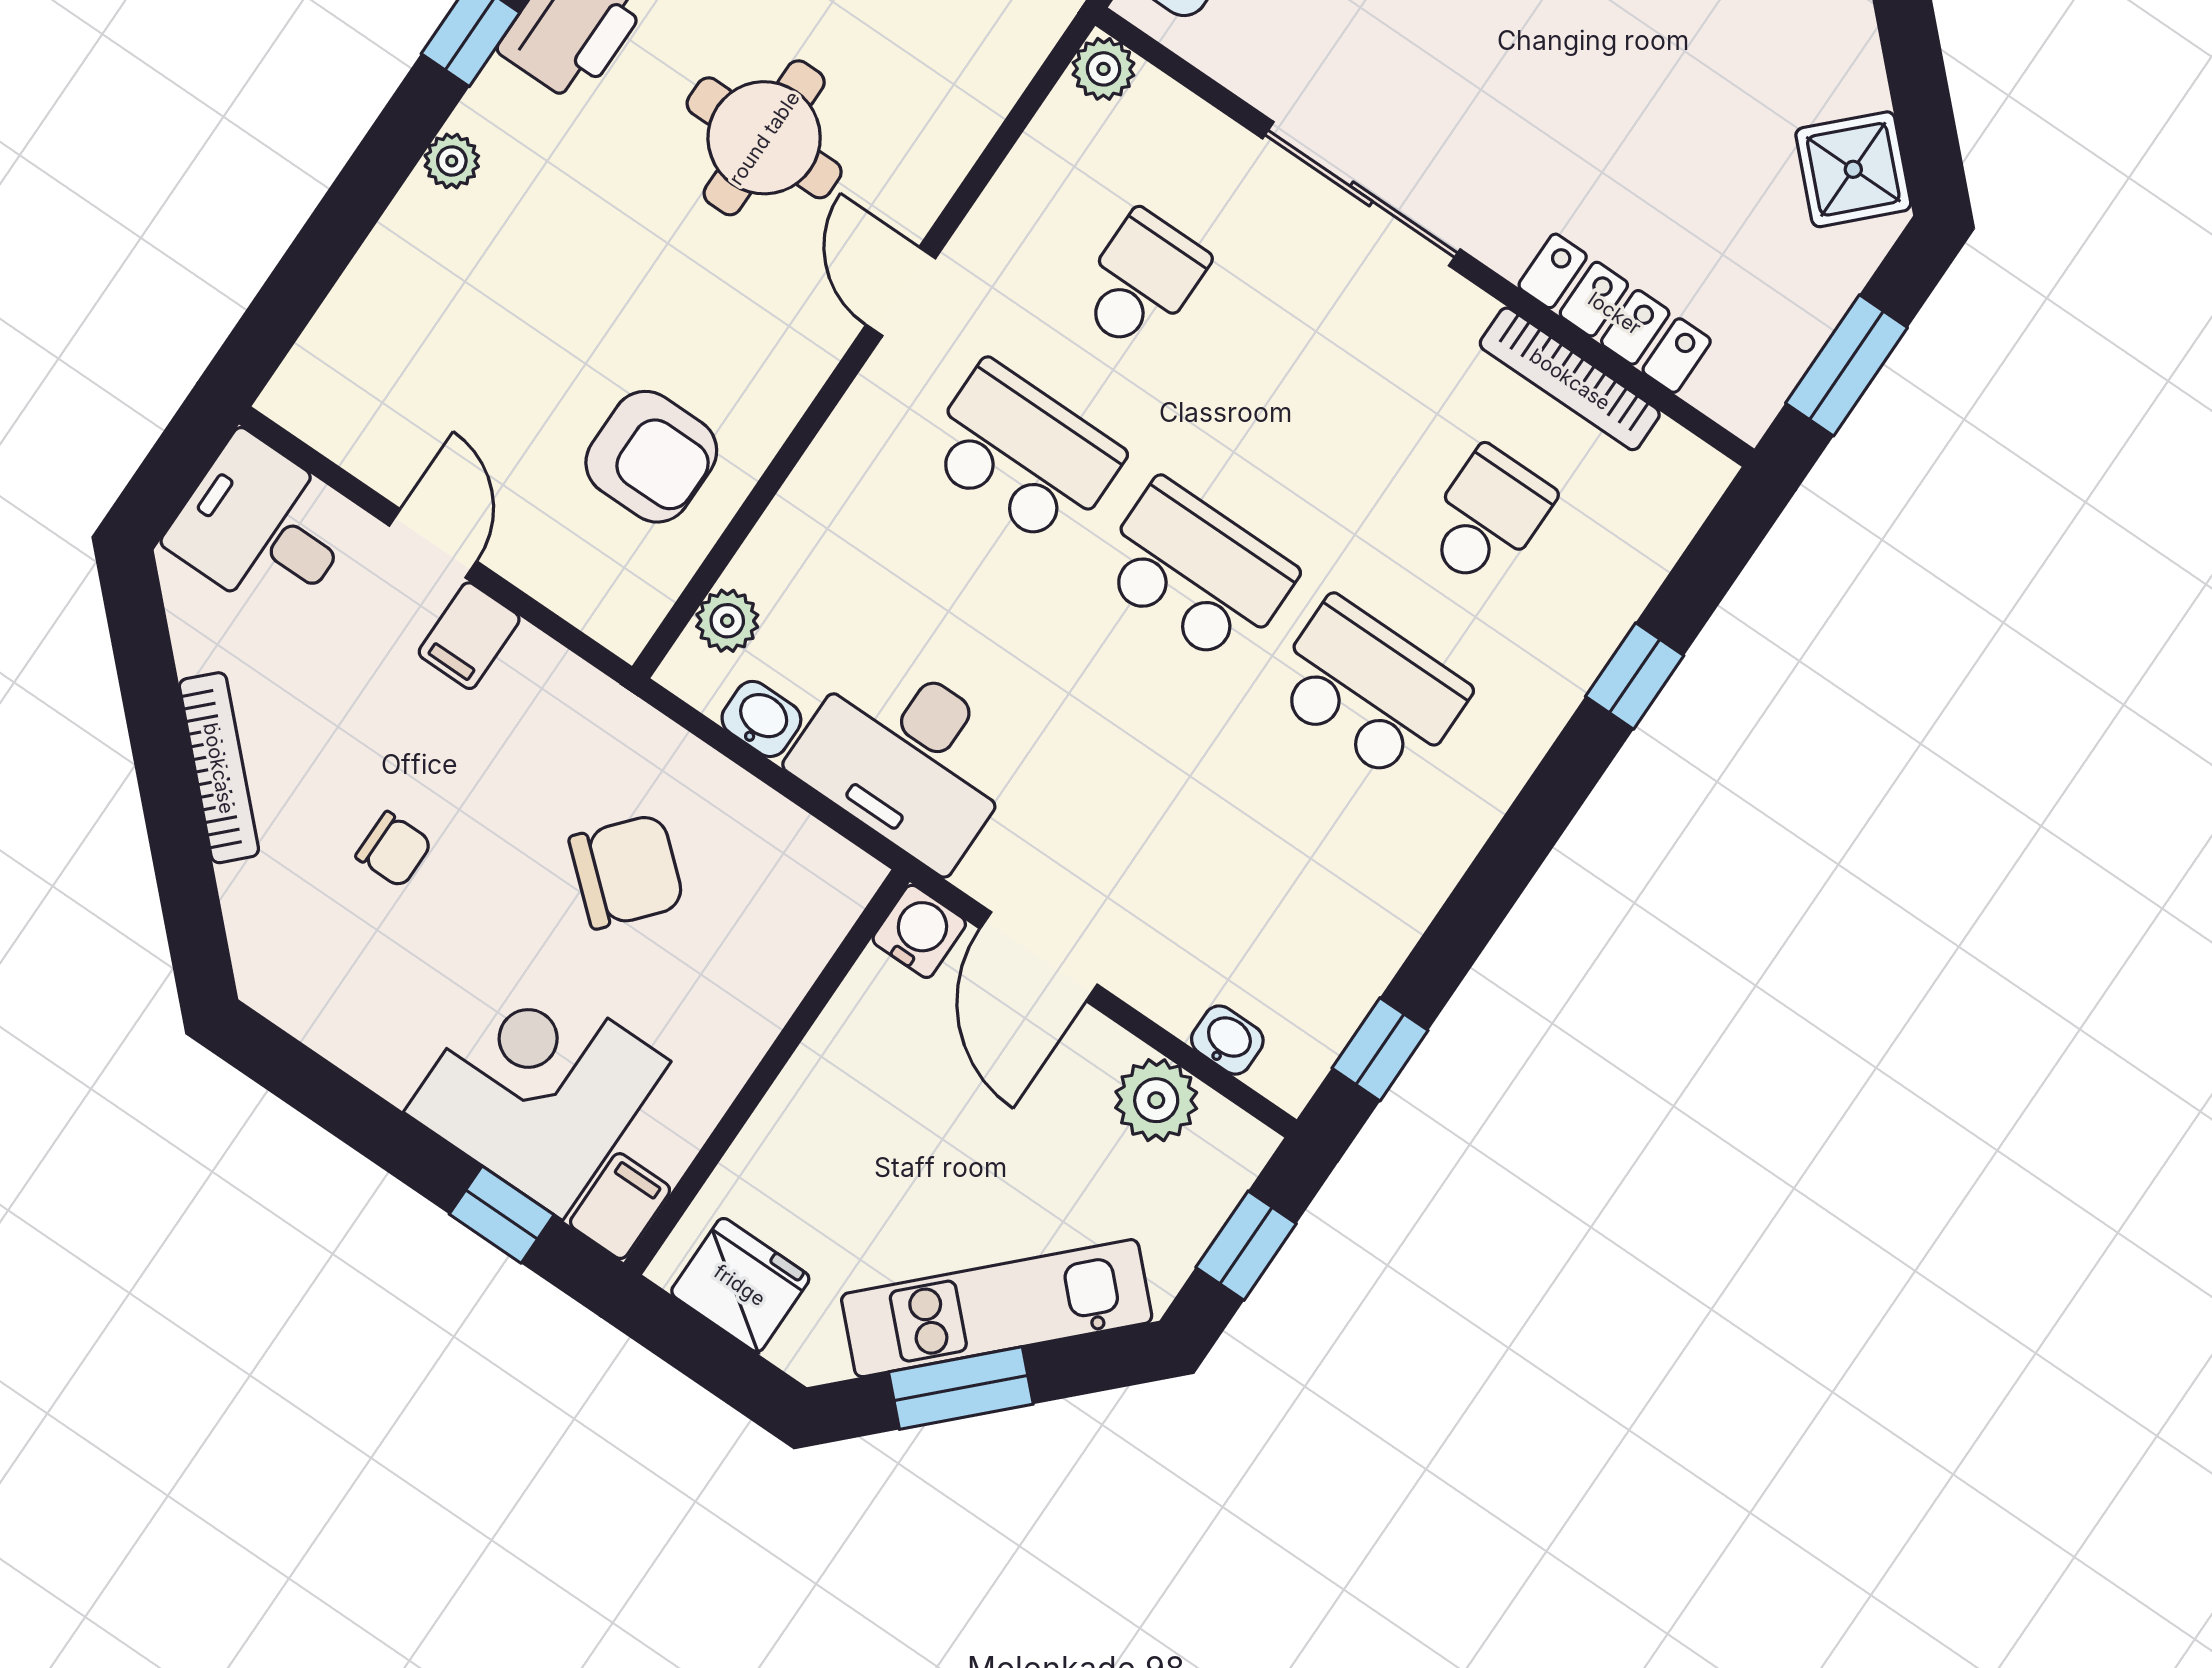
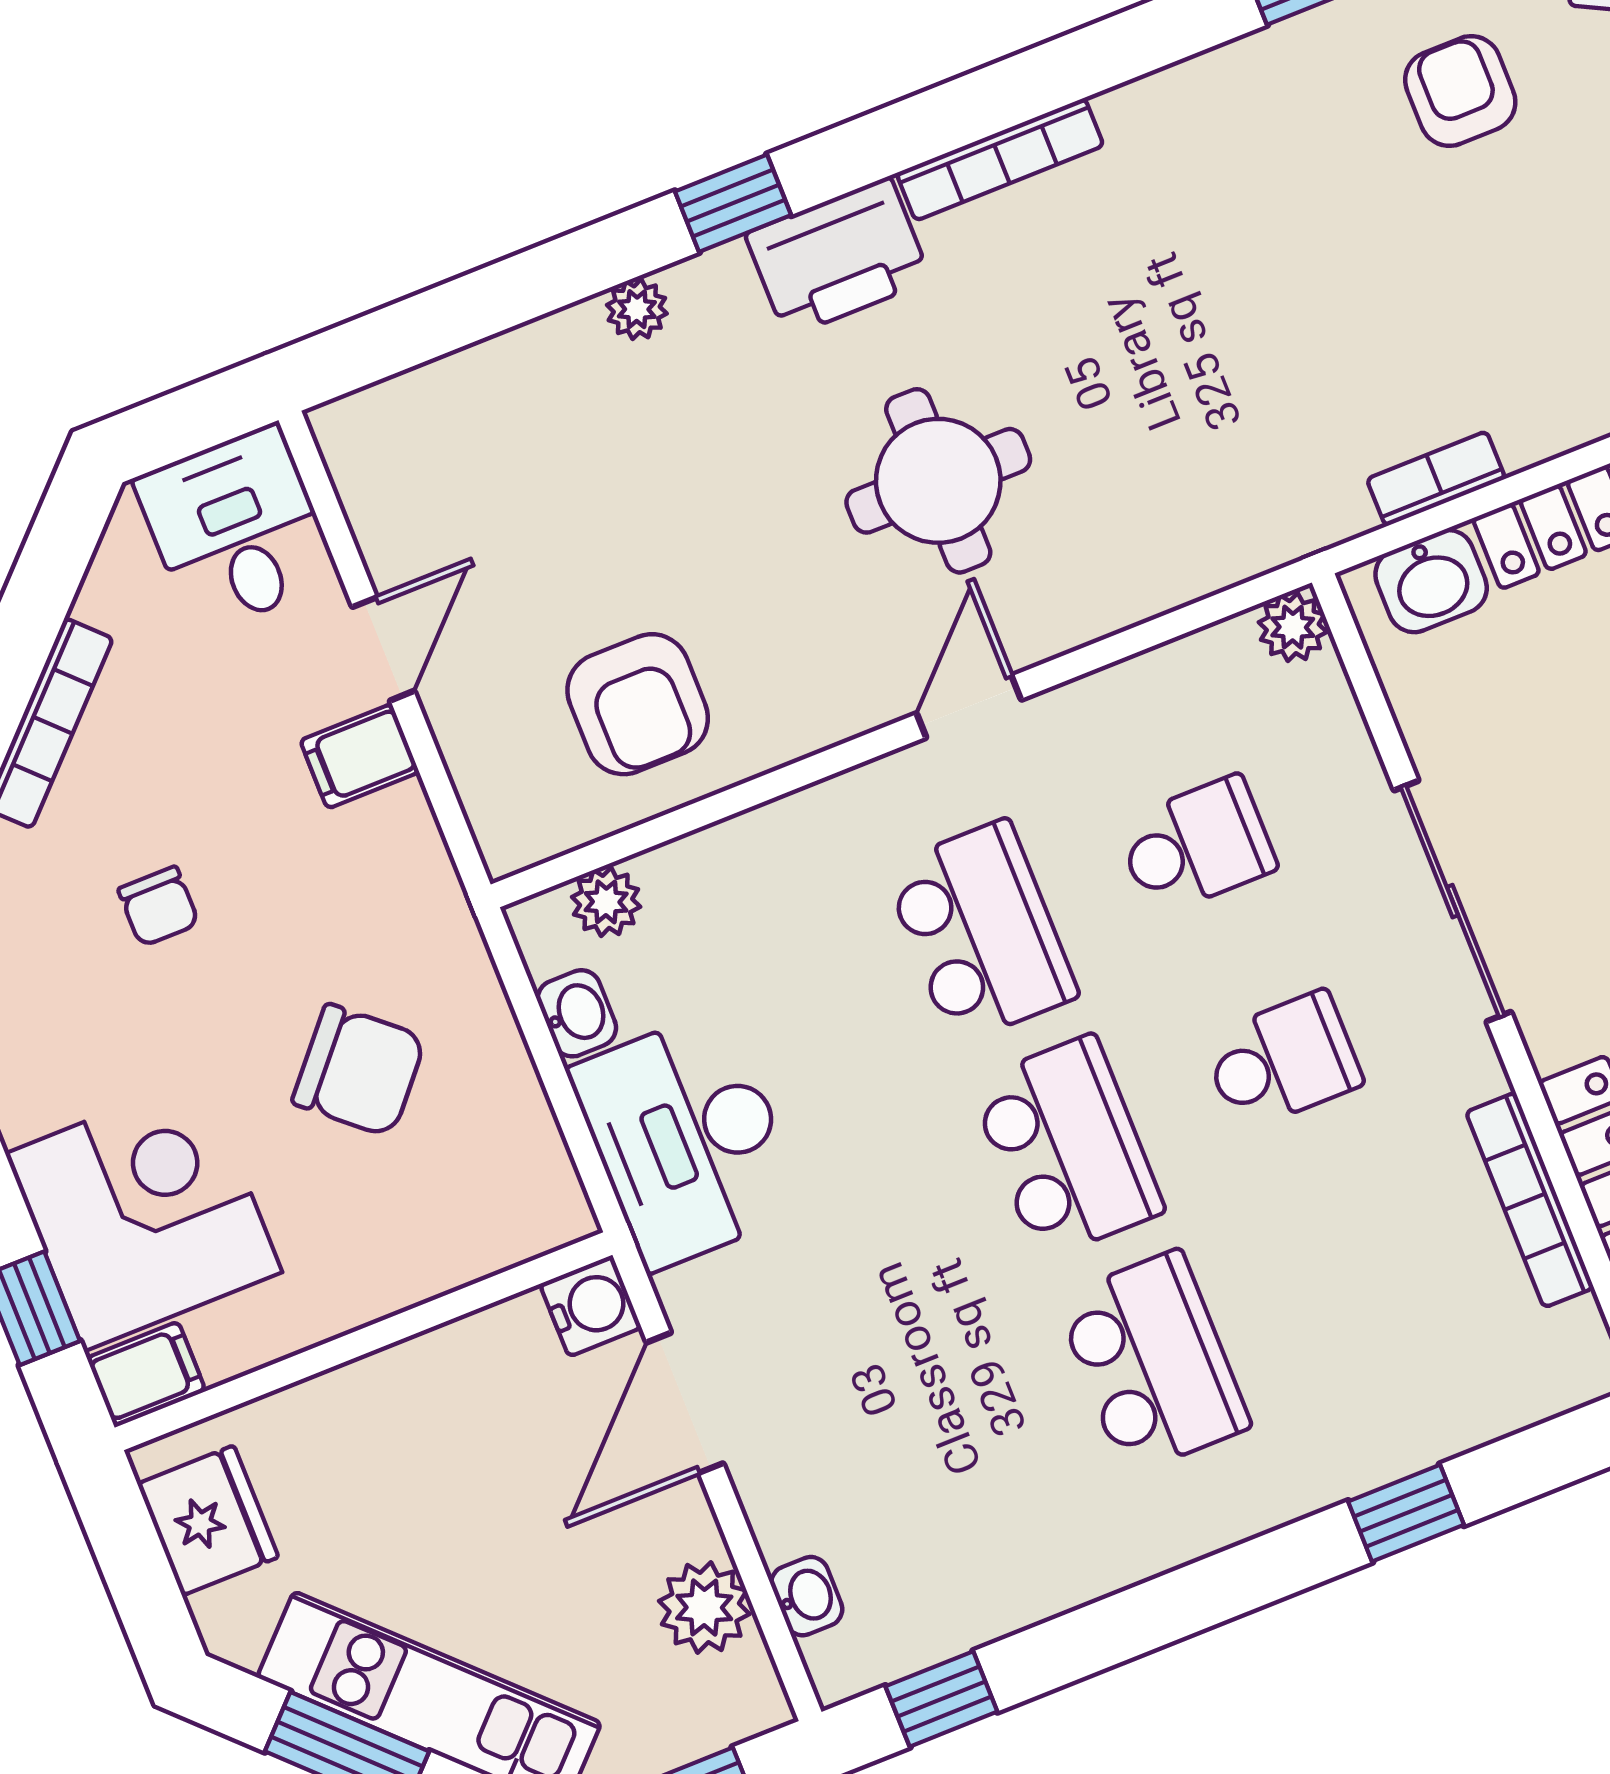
school desk: (1487, 517) -> (1282, 1061), moved

